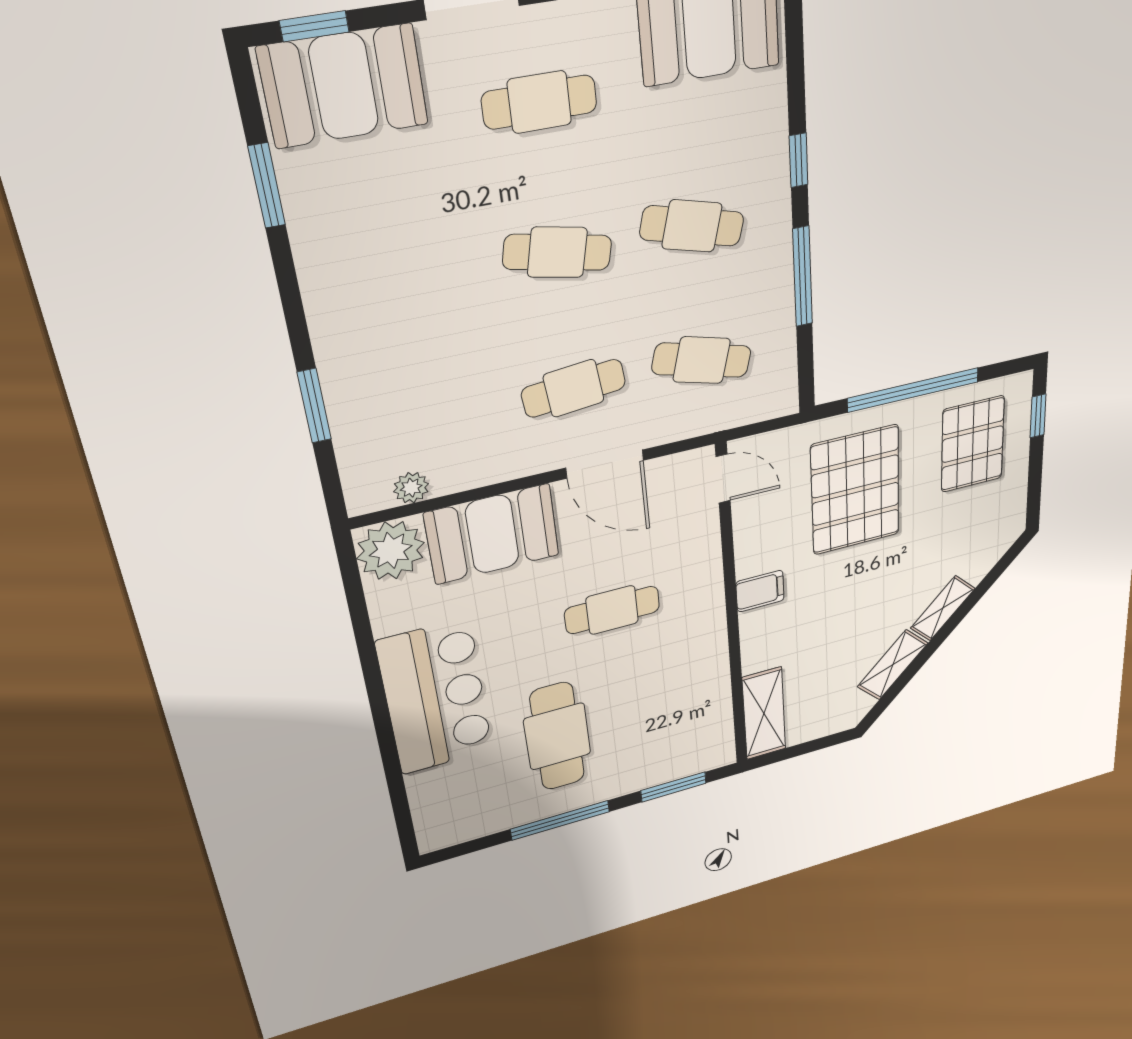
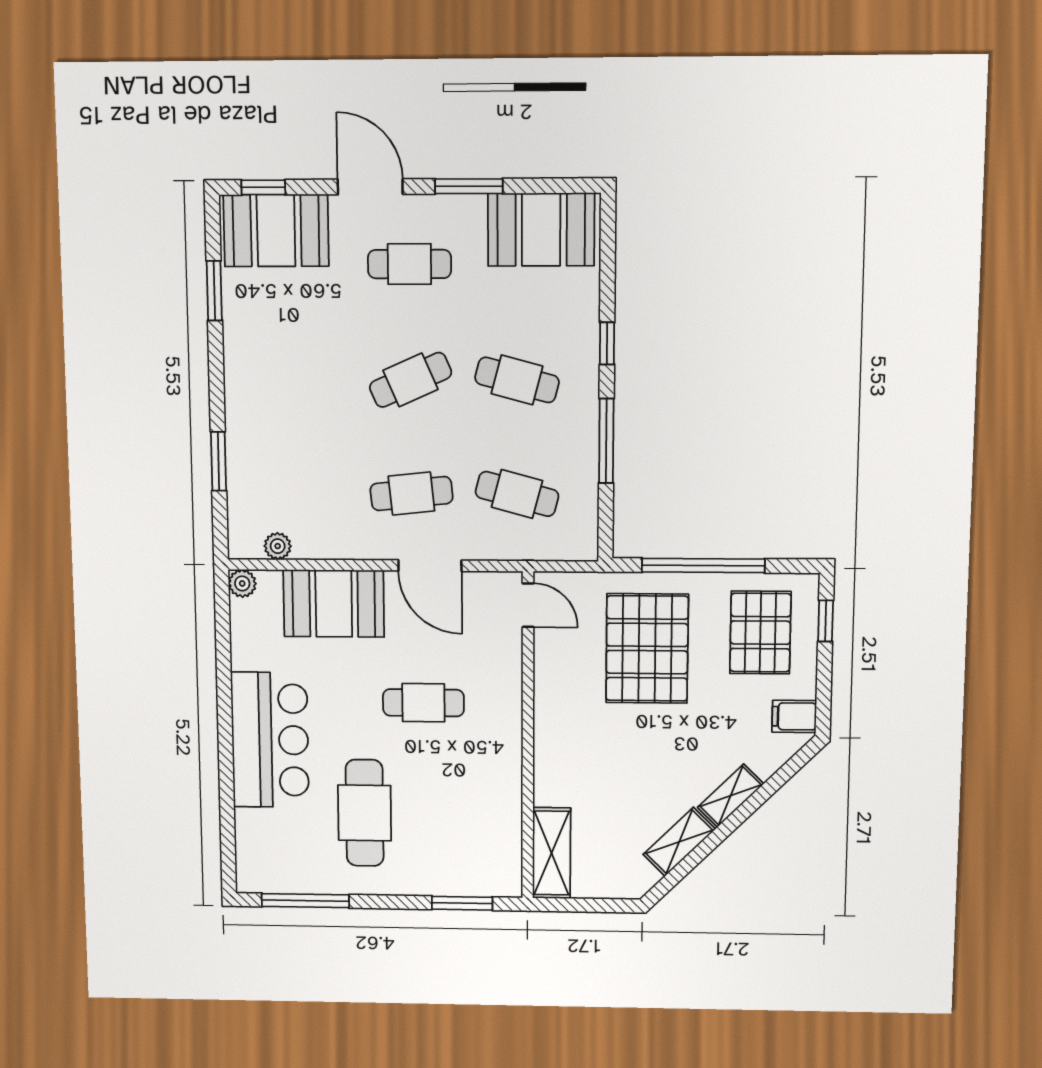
cafe table: (557, 252) -> (410, 380), turned -36
plant: (391, 551) -> (242, 583), width x0.53, depth x0.53
filing cabinet: (760, 591) -> (794, 716), moved, turned 180
window: (560, 820) -> (305, 901), moved

